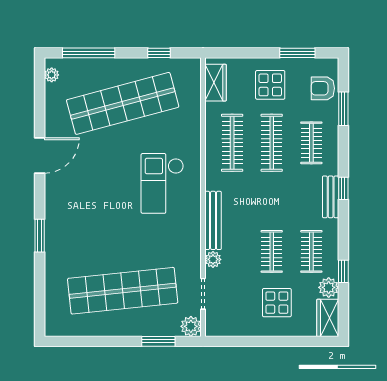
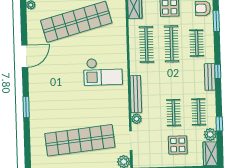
checkout: (162, 183) -> (103, 72), turned -90

